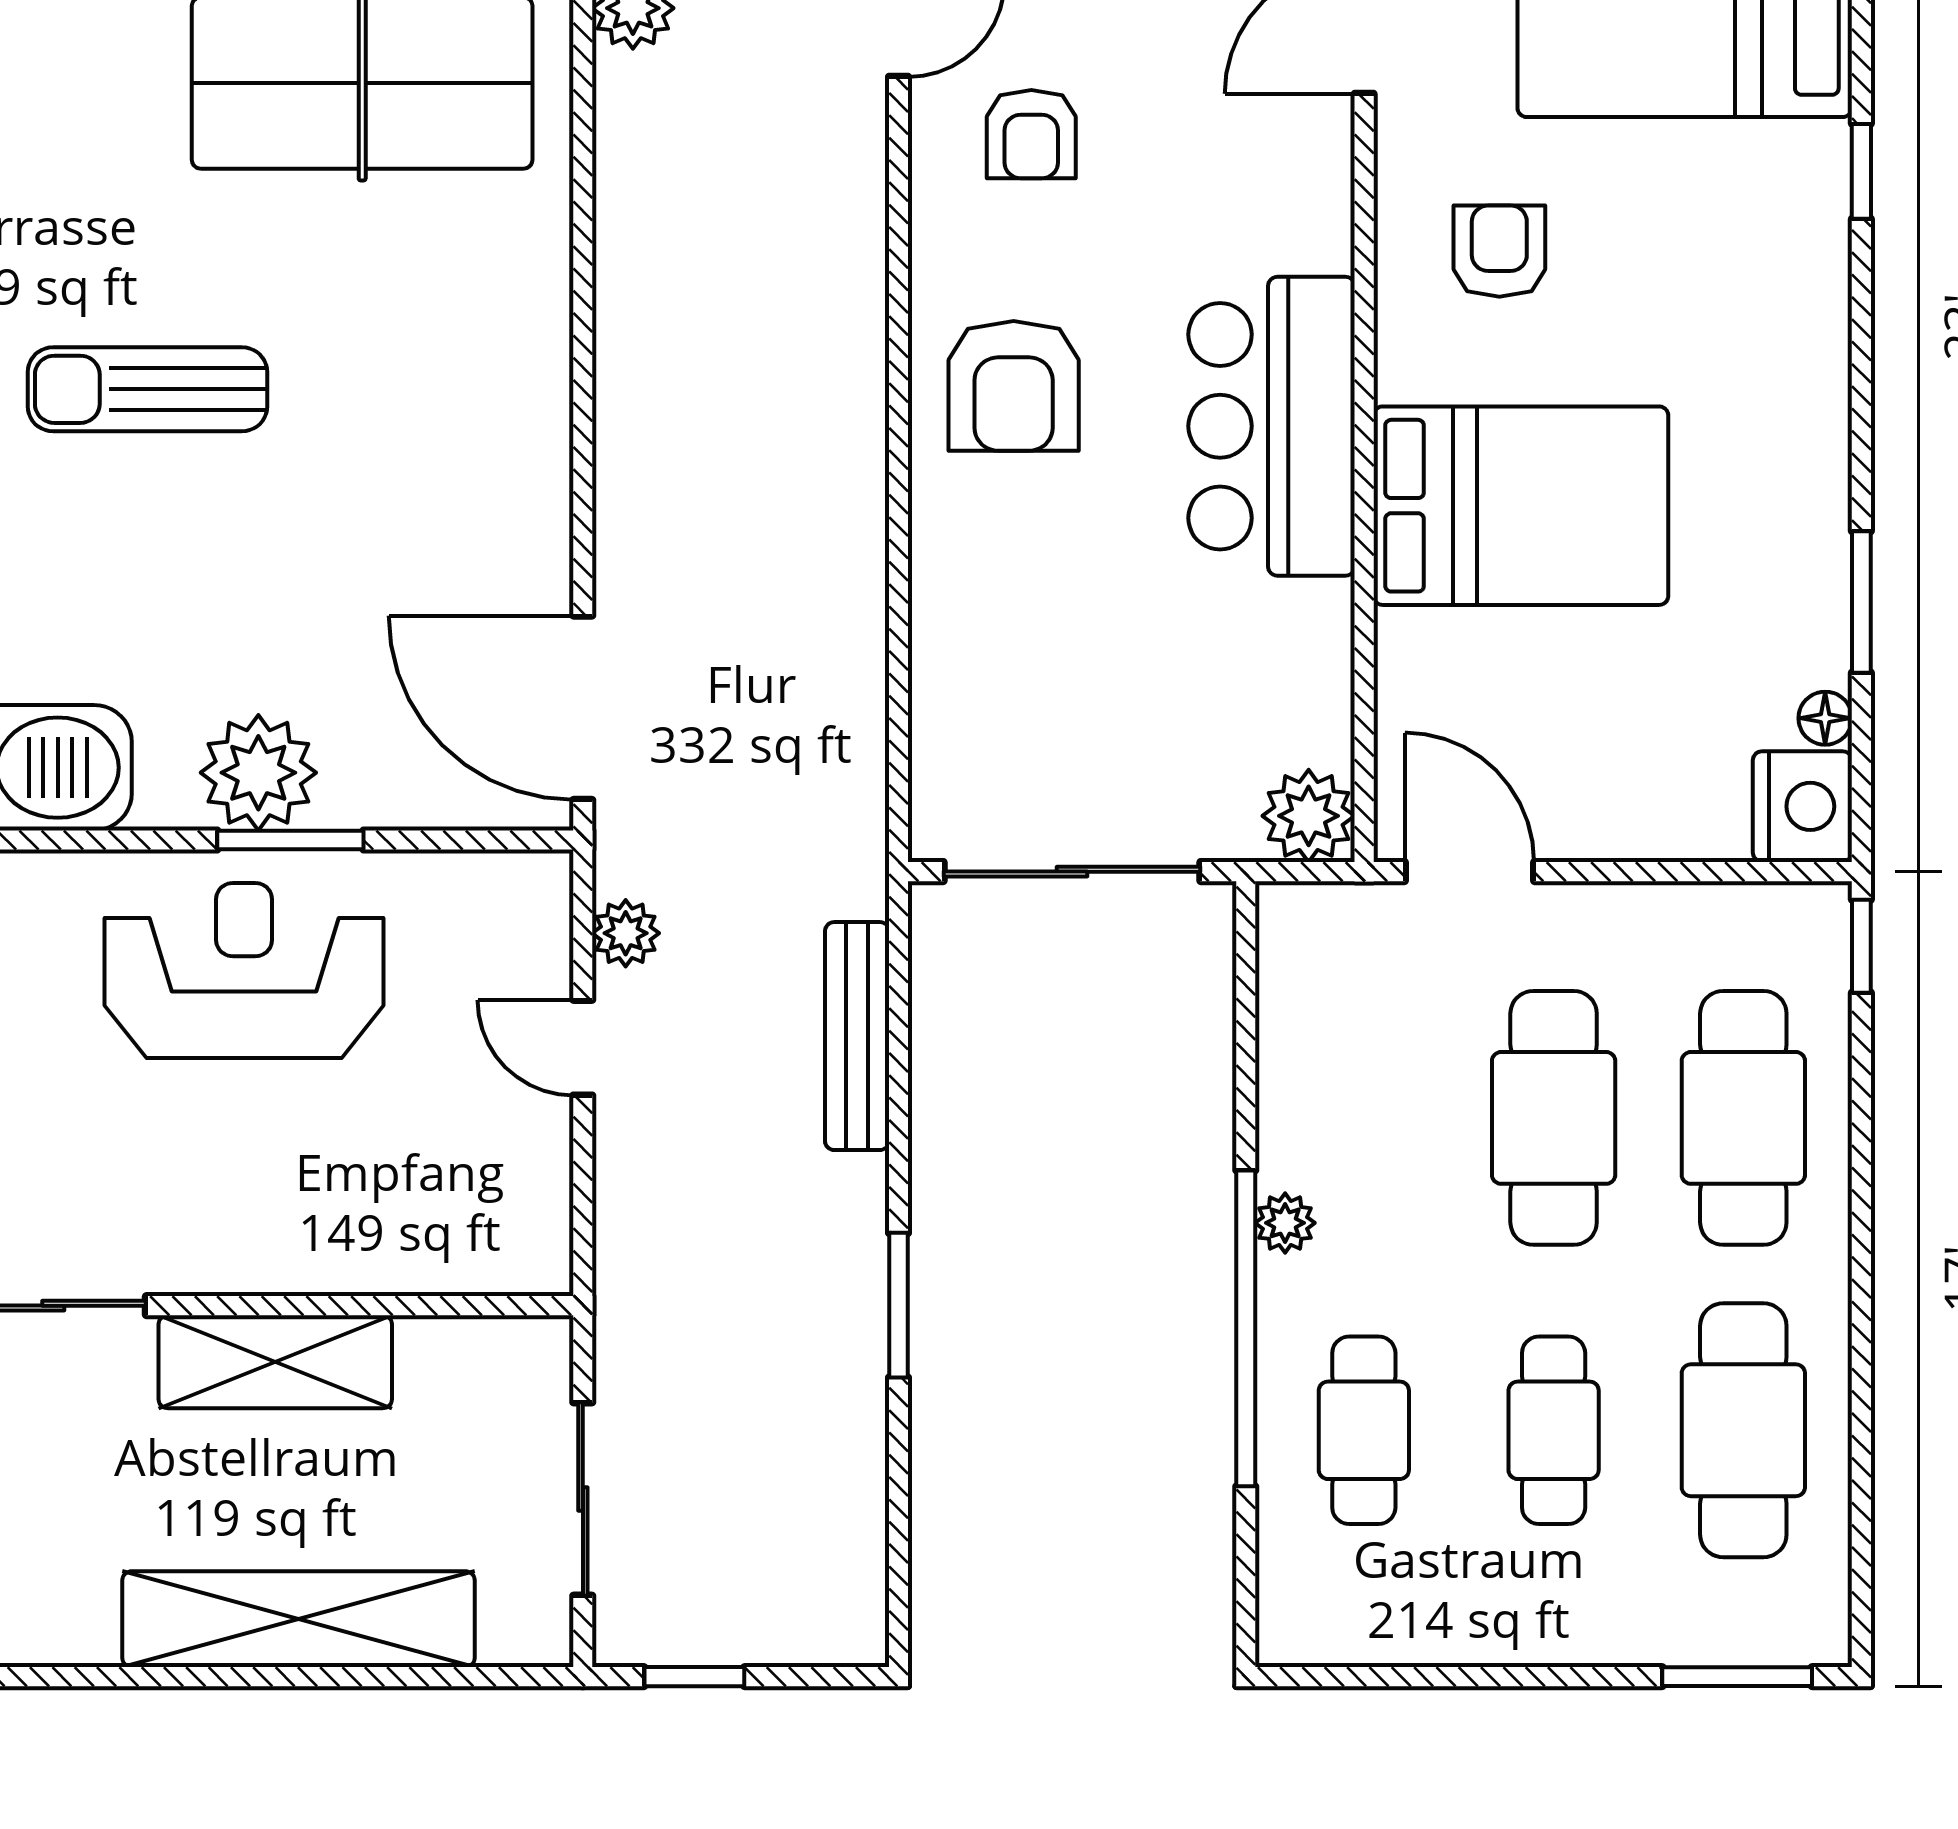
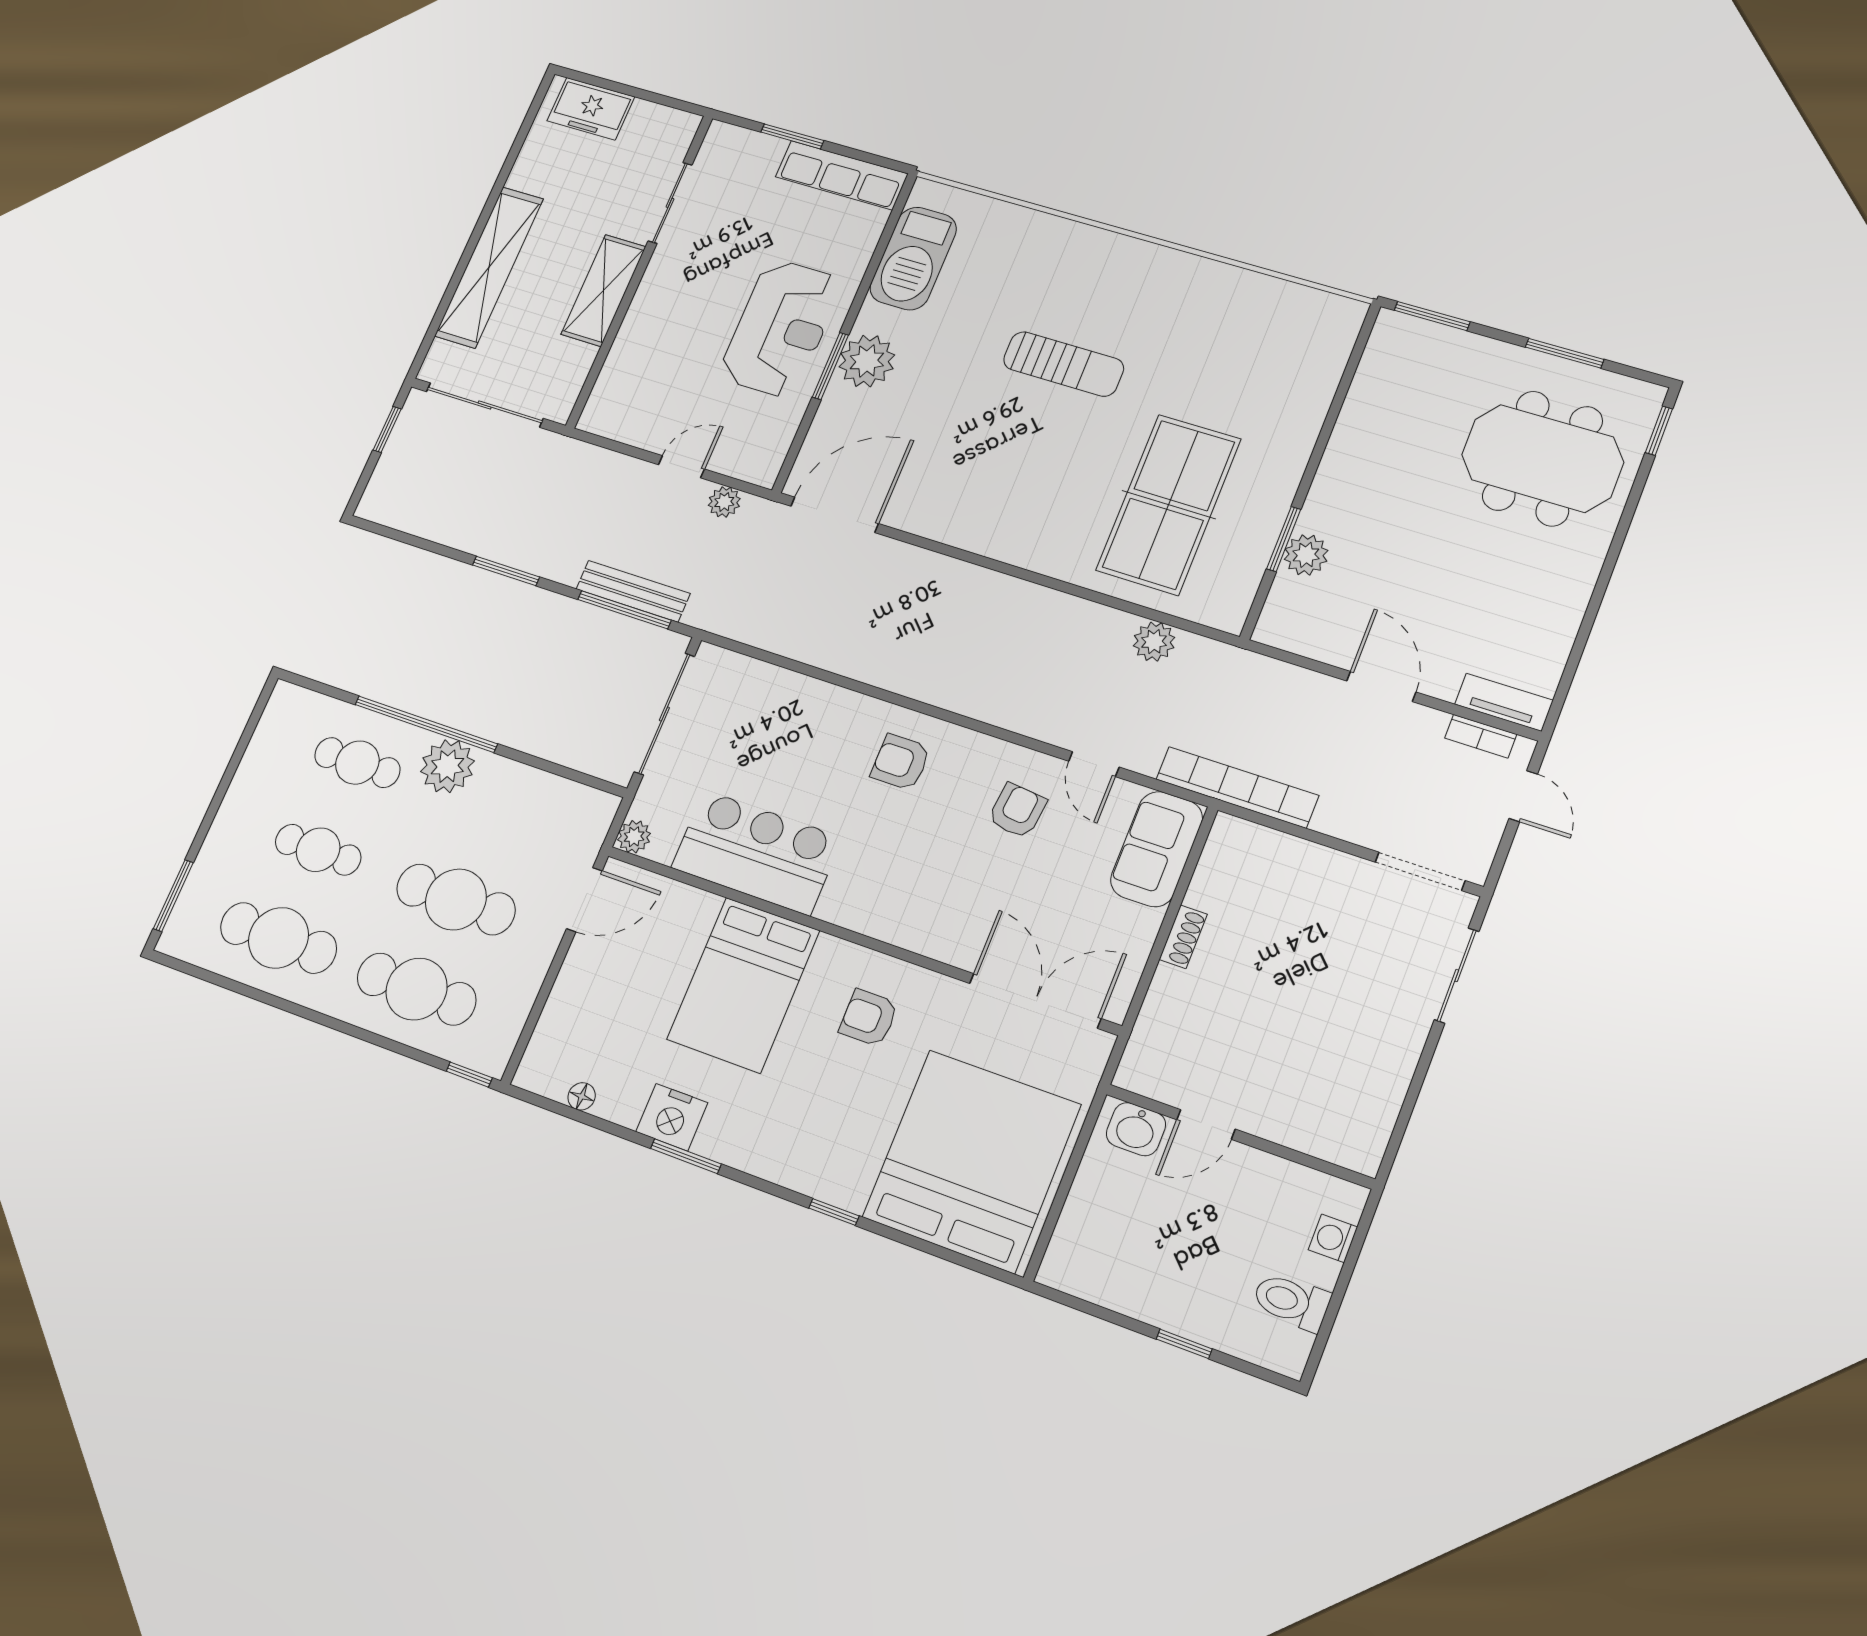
armchair: (1031, 134) -> (1017, 811), turned 96
armchair: (1499, 251) -> (869, 1018), turned 180
armchair: (1014, 386) -> (901, 762), width x0.72, depth x0.72
sun lounger: (148, 389) -> (1064, 364), turned 90
bar counter: (1272, 426) -> (757, 852), moved
window: (1861, 602) -> (686, 1156), moved
nightstand: (1802, 806) -> (672, 1117), moved
plant: (1309, 816) -> (634, 837), width x0.73, depth x0.73
window: (898, 1037) -> (624, 610), added
plant: (1285, 1223) -> (447, 766), width x1.87, depth x1.87
sliding door: (583, 1499) -> (485, 405), width x1.37

